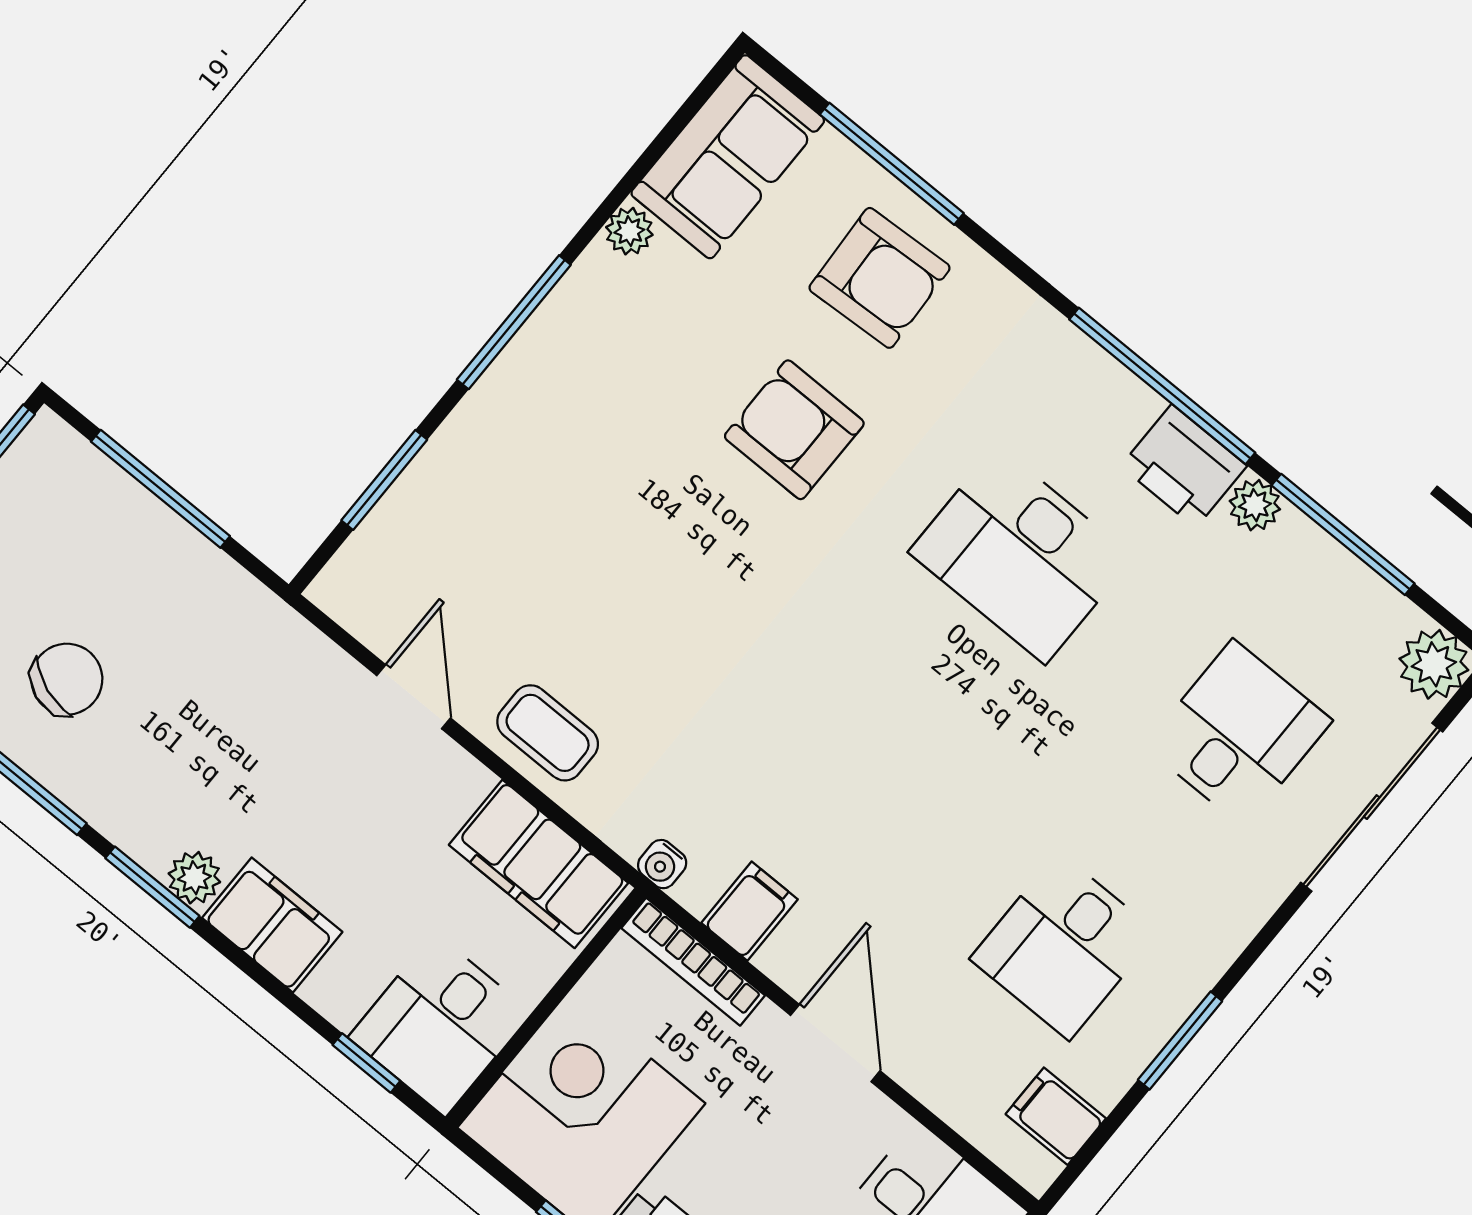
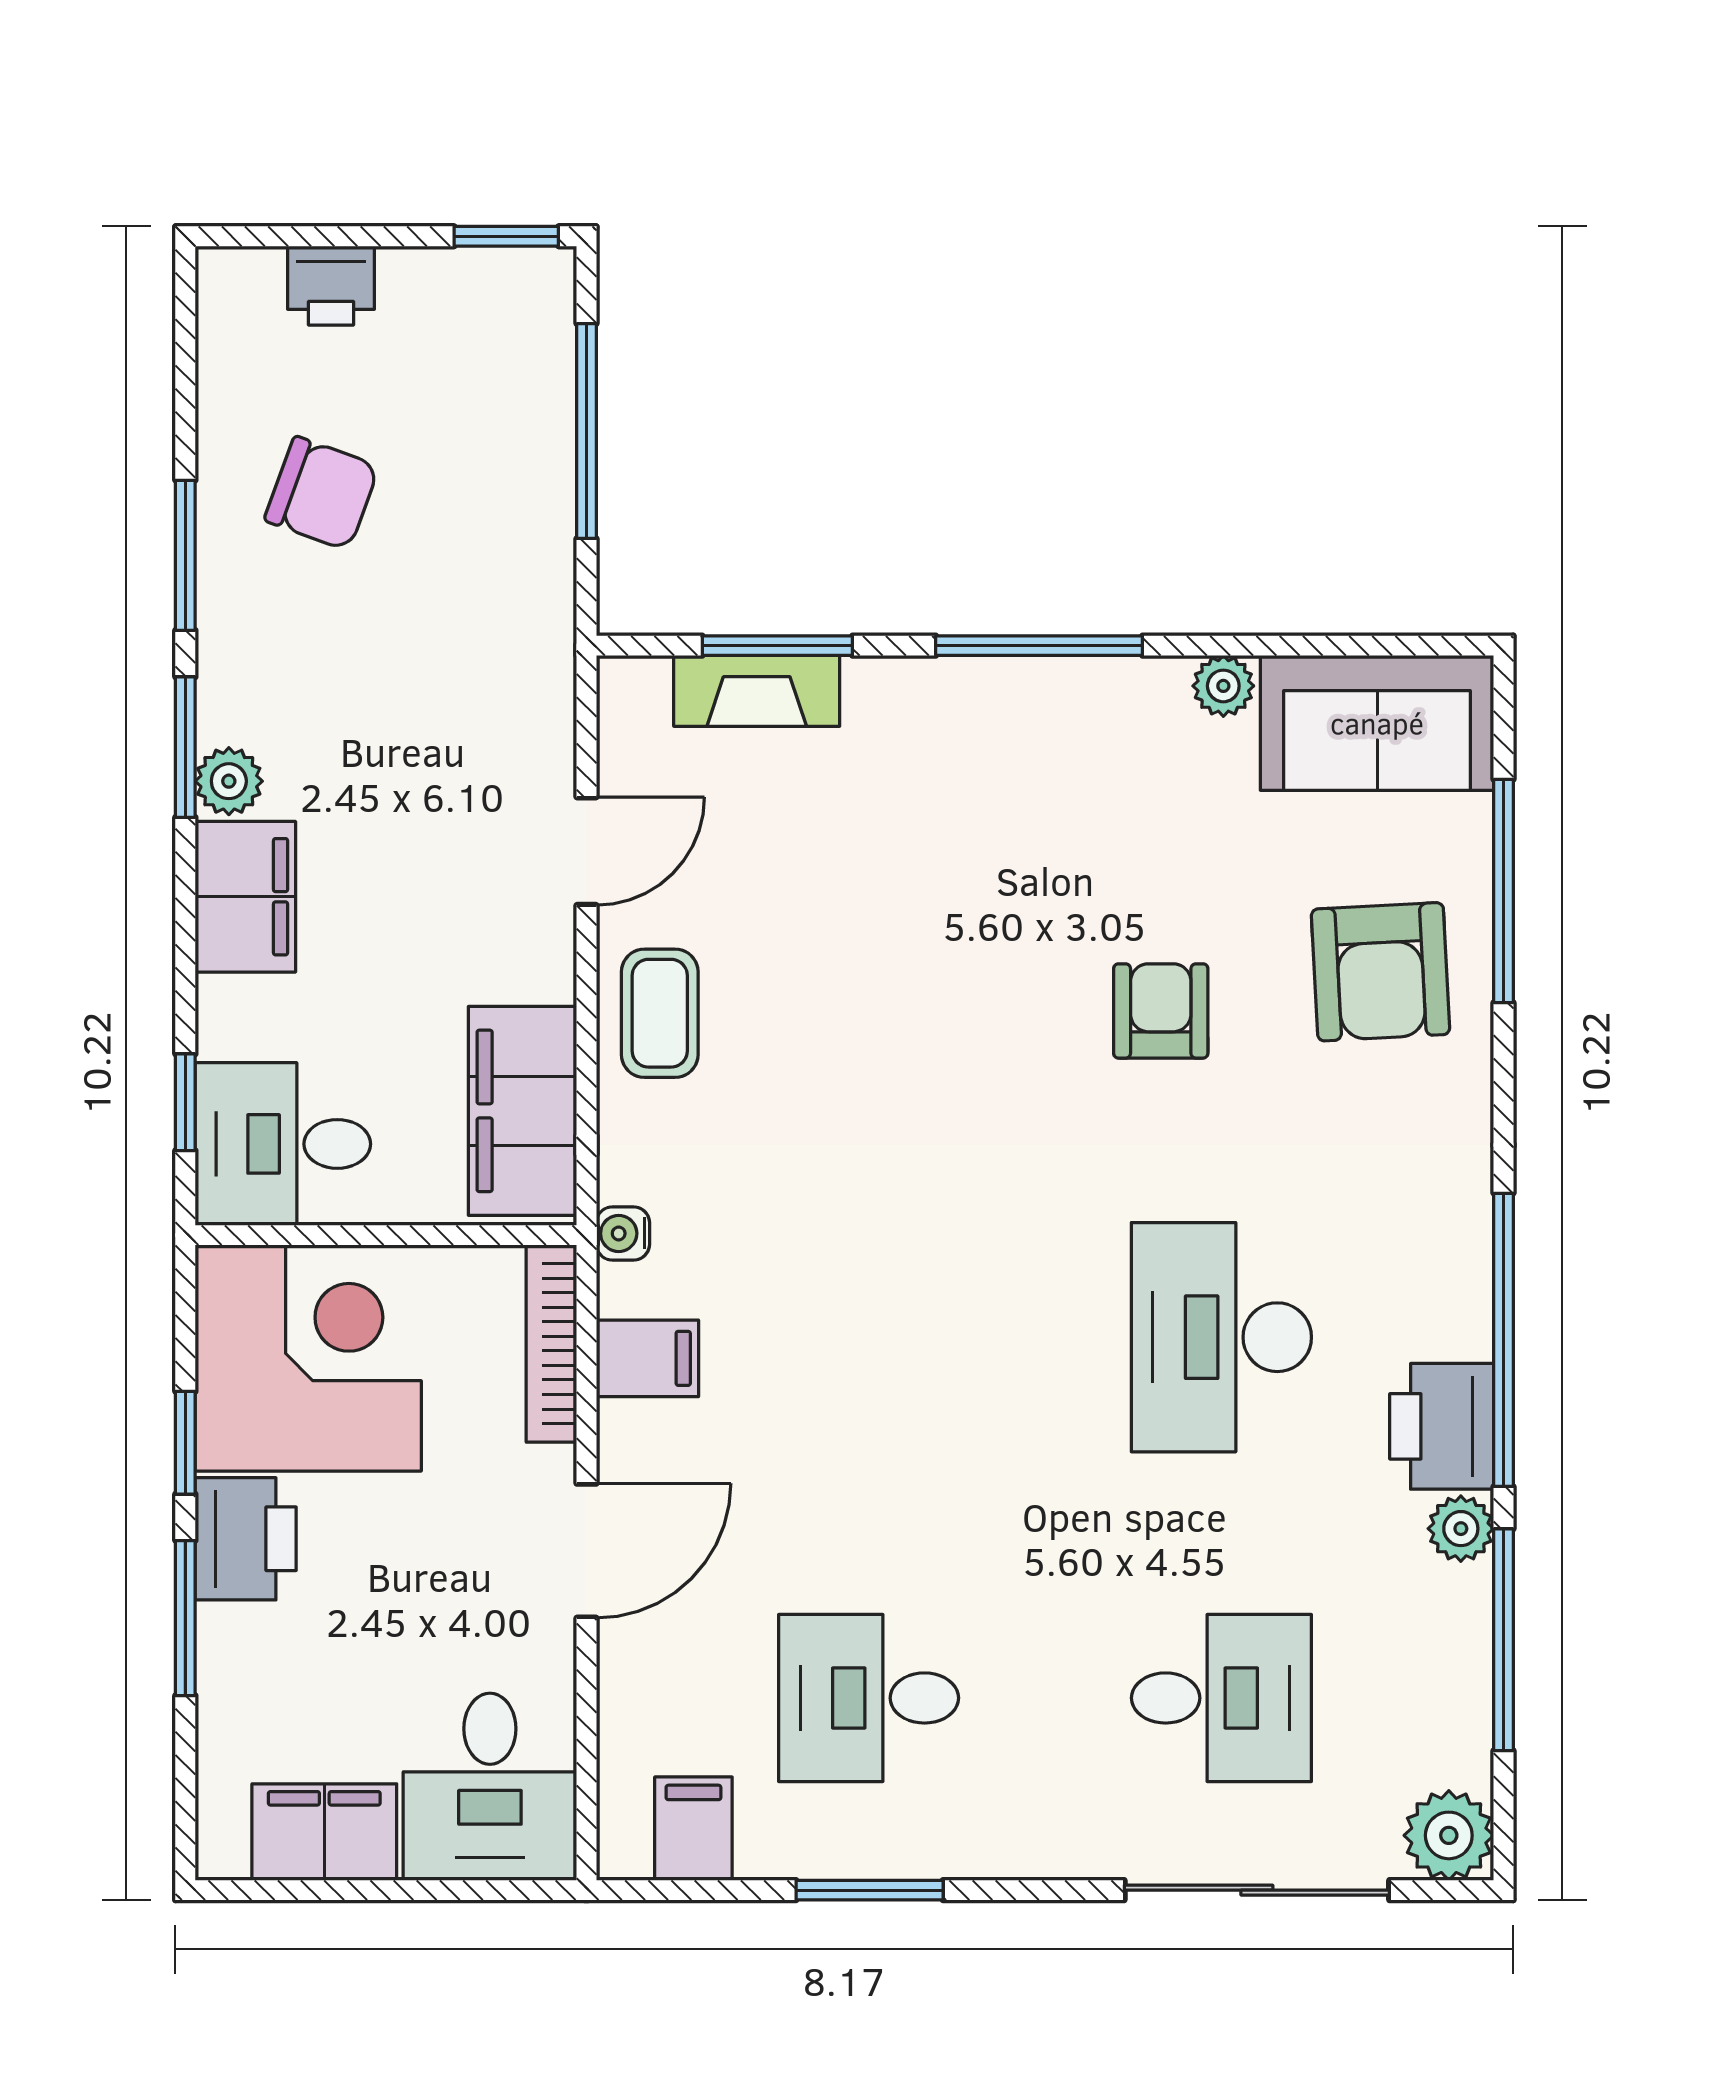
armchair: (794, 430) -> (1161, 1011), width x0.72, depth x0.72
fireplace: (401, 515) -> (757, 691), added

